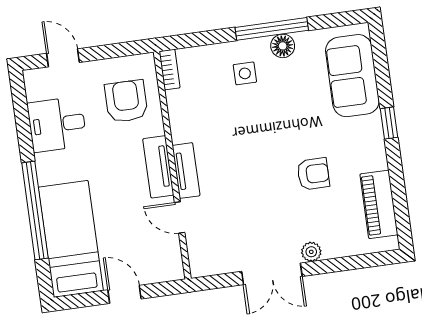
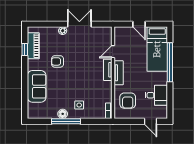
sofa: (352, 76) -> (37, 86), moved
window: (389, 123) -> (25, 49), moved
door: (180, 217) -> (113, 52), swing flipped

